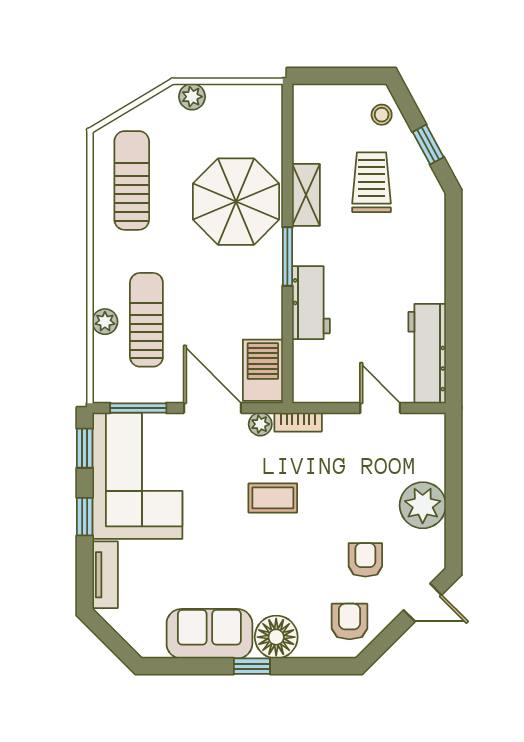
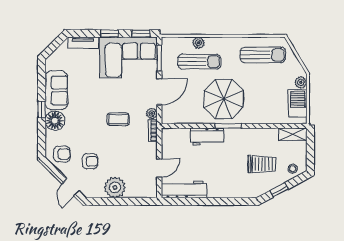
shelving: (306, 195) -> (293, 134), moved
parasol: (236, 202) -> (224, 99), moved
barbecue: (263, 370) -> (298, 103), moved, turned -90
coffee table: (273, 498) -> (118, 119), turned 90

